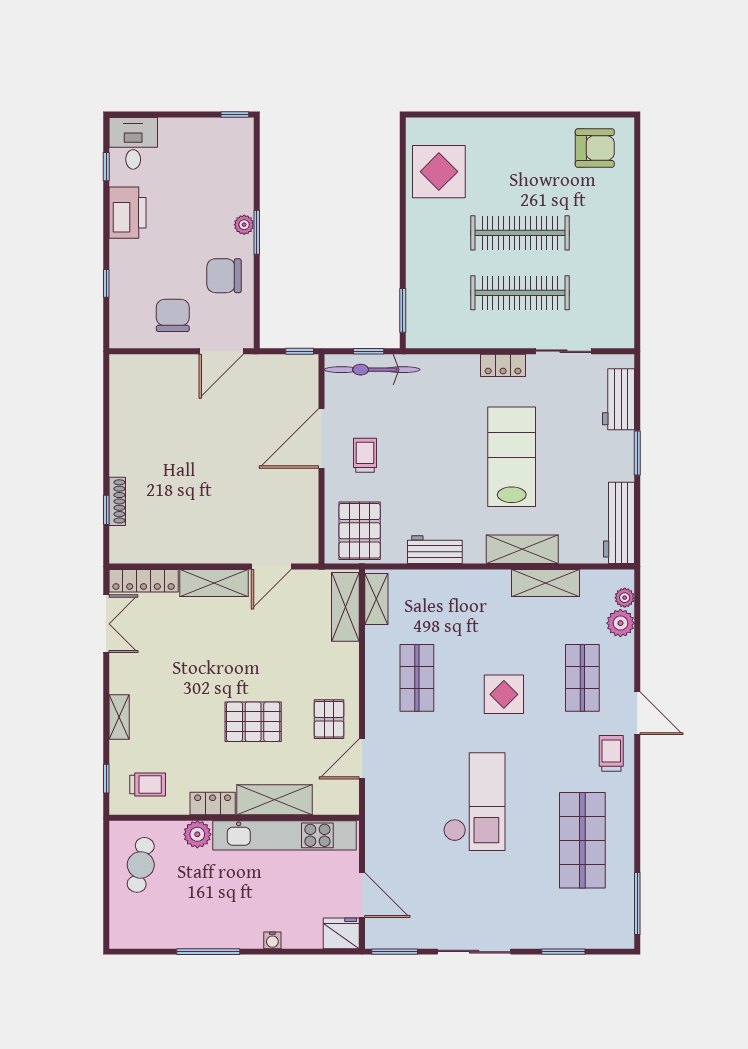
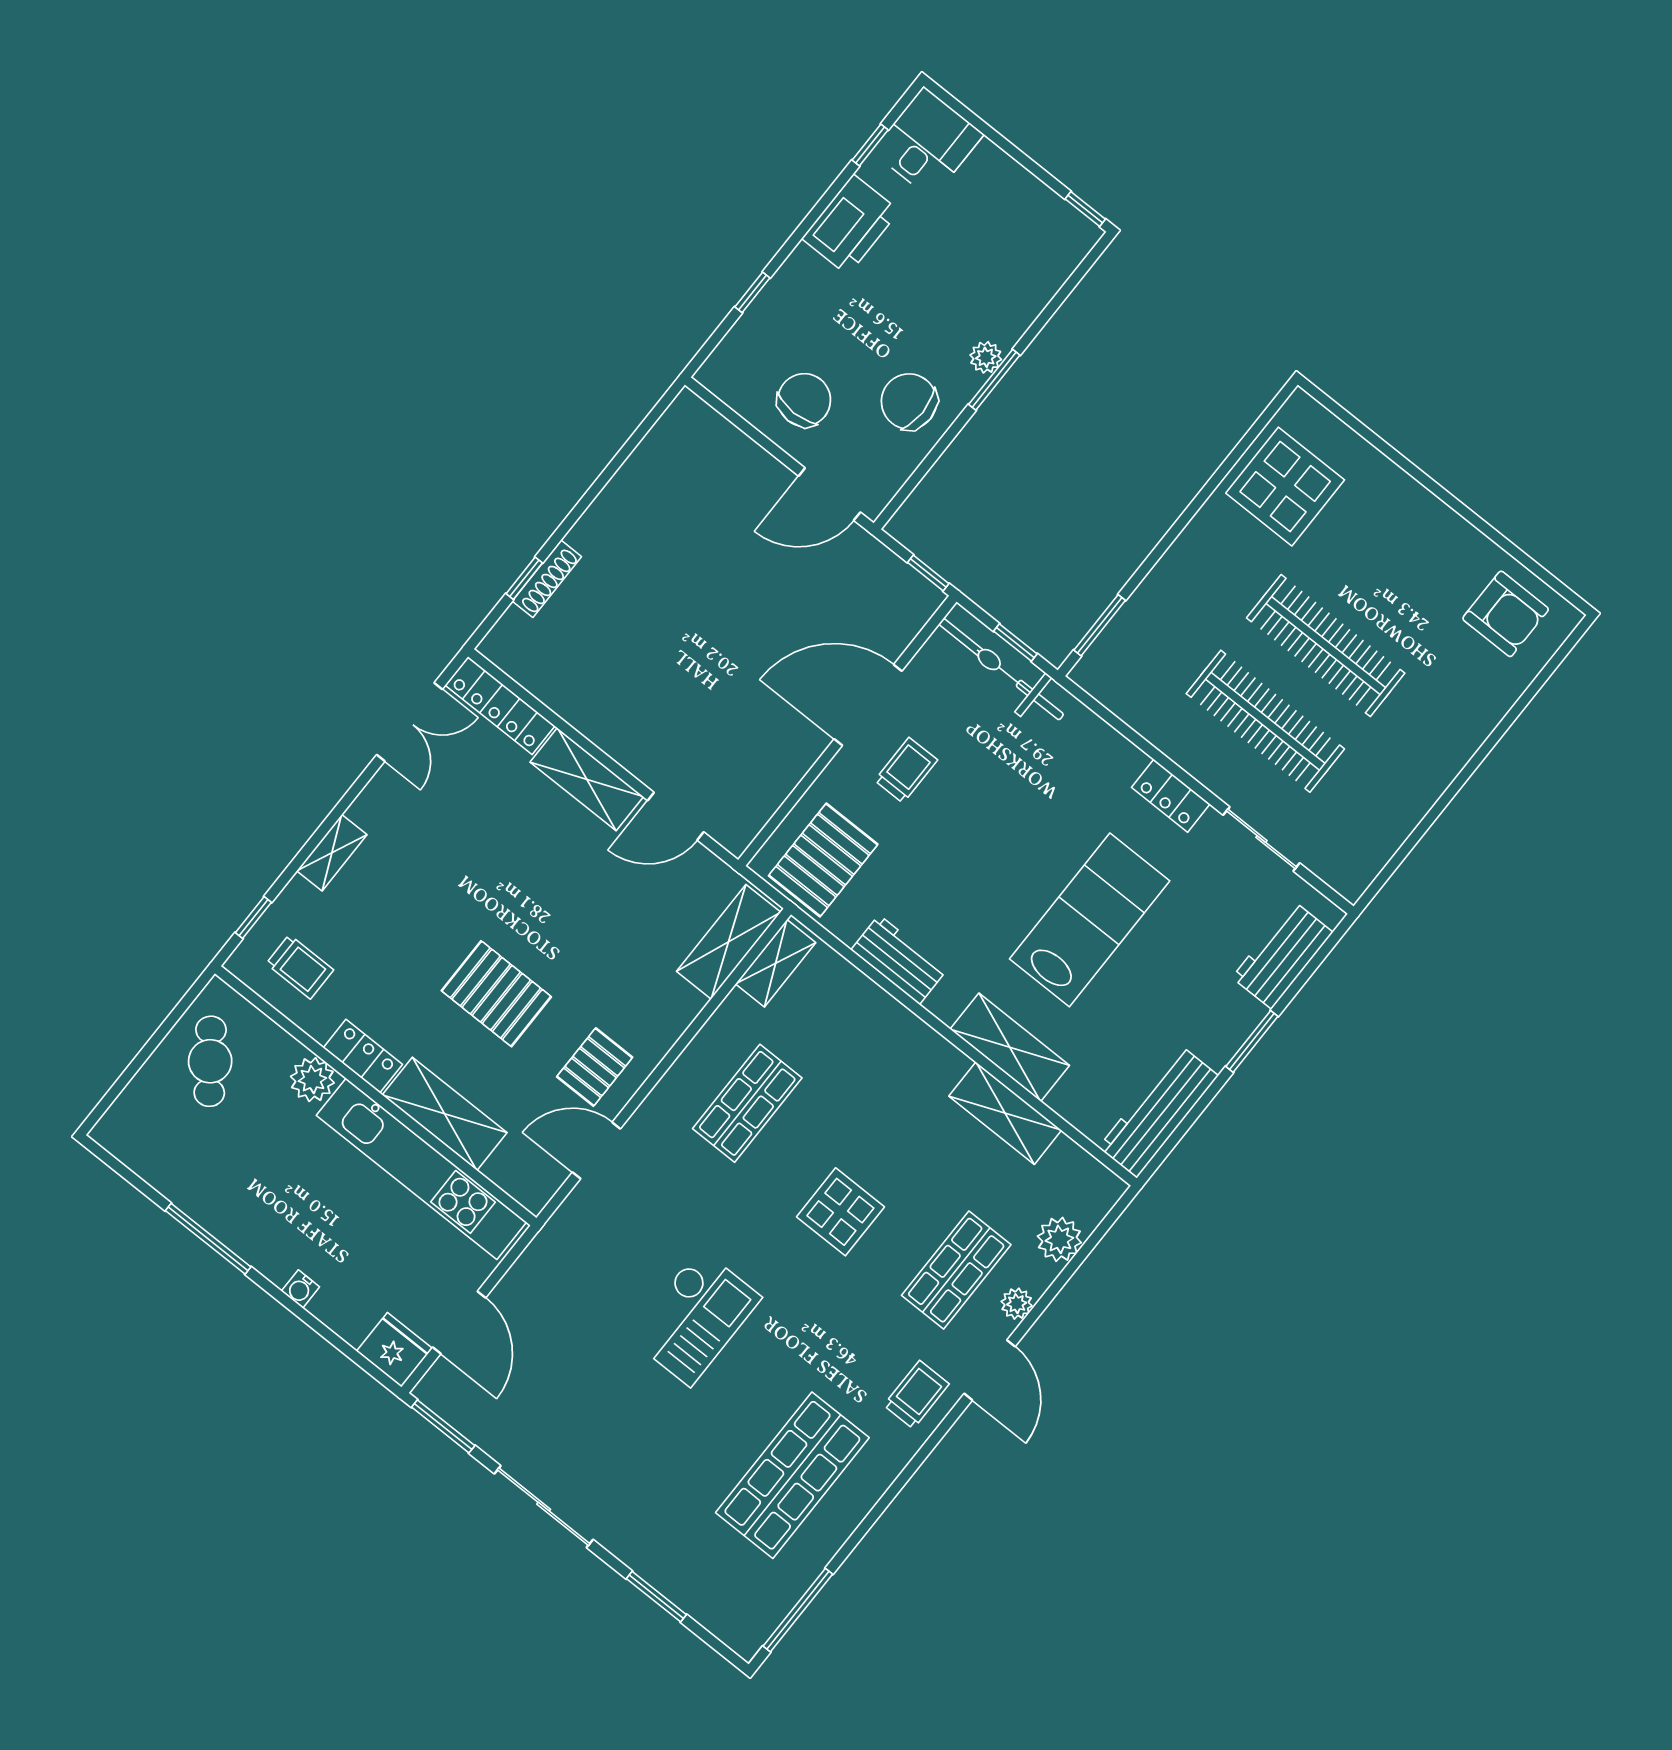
plant: (625, 598) -> (1017, 1304), moved
checkout: (474, 802) -> (695, 1317), width x0.73, depth x0.83
cafe table: (141, 865) -> (210, 1061), turned -49

